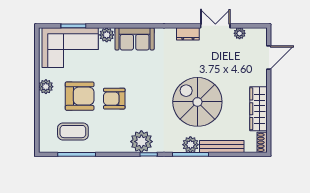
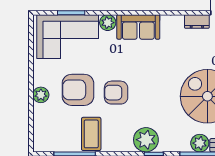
plant: (46, 87) -> (41, 95), moved
armchair: (80, 96) -> (78, 90), turned 180
coffee table: (73, 132) -> (91, 134), moved, turned 90

